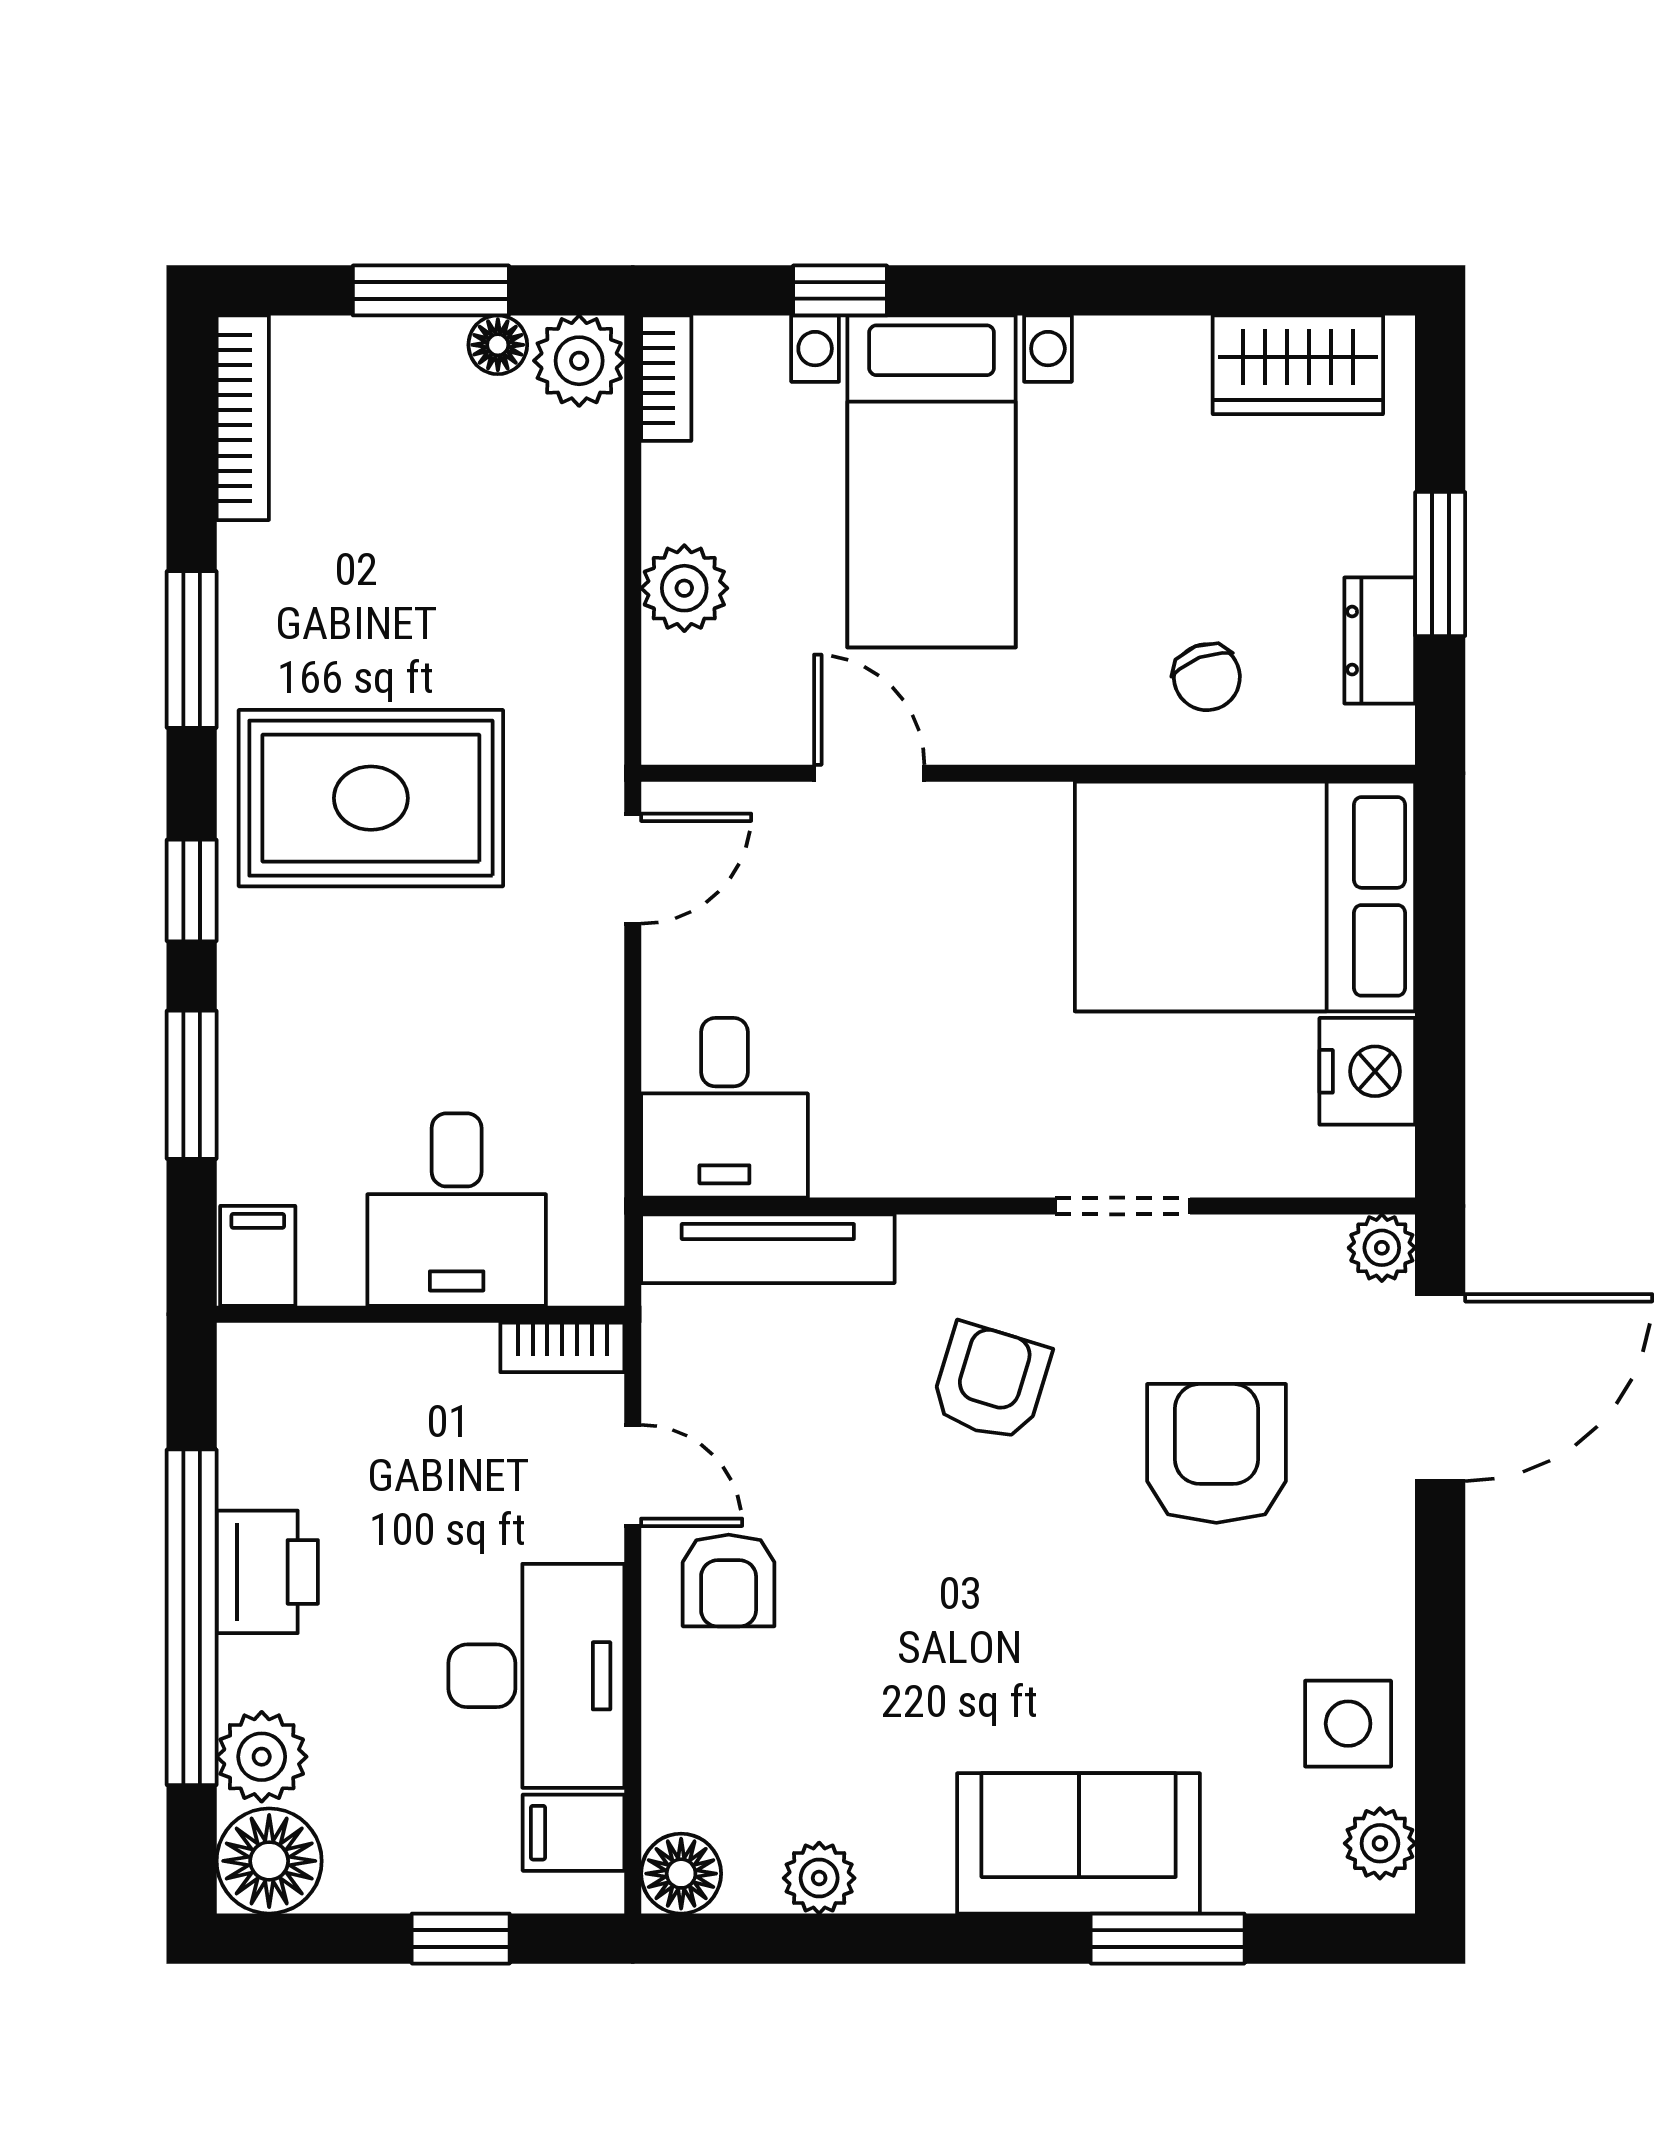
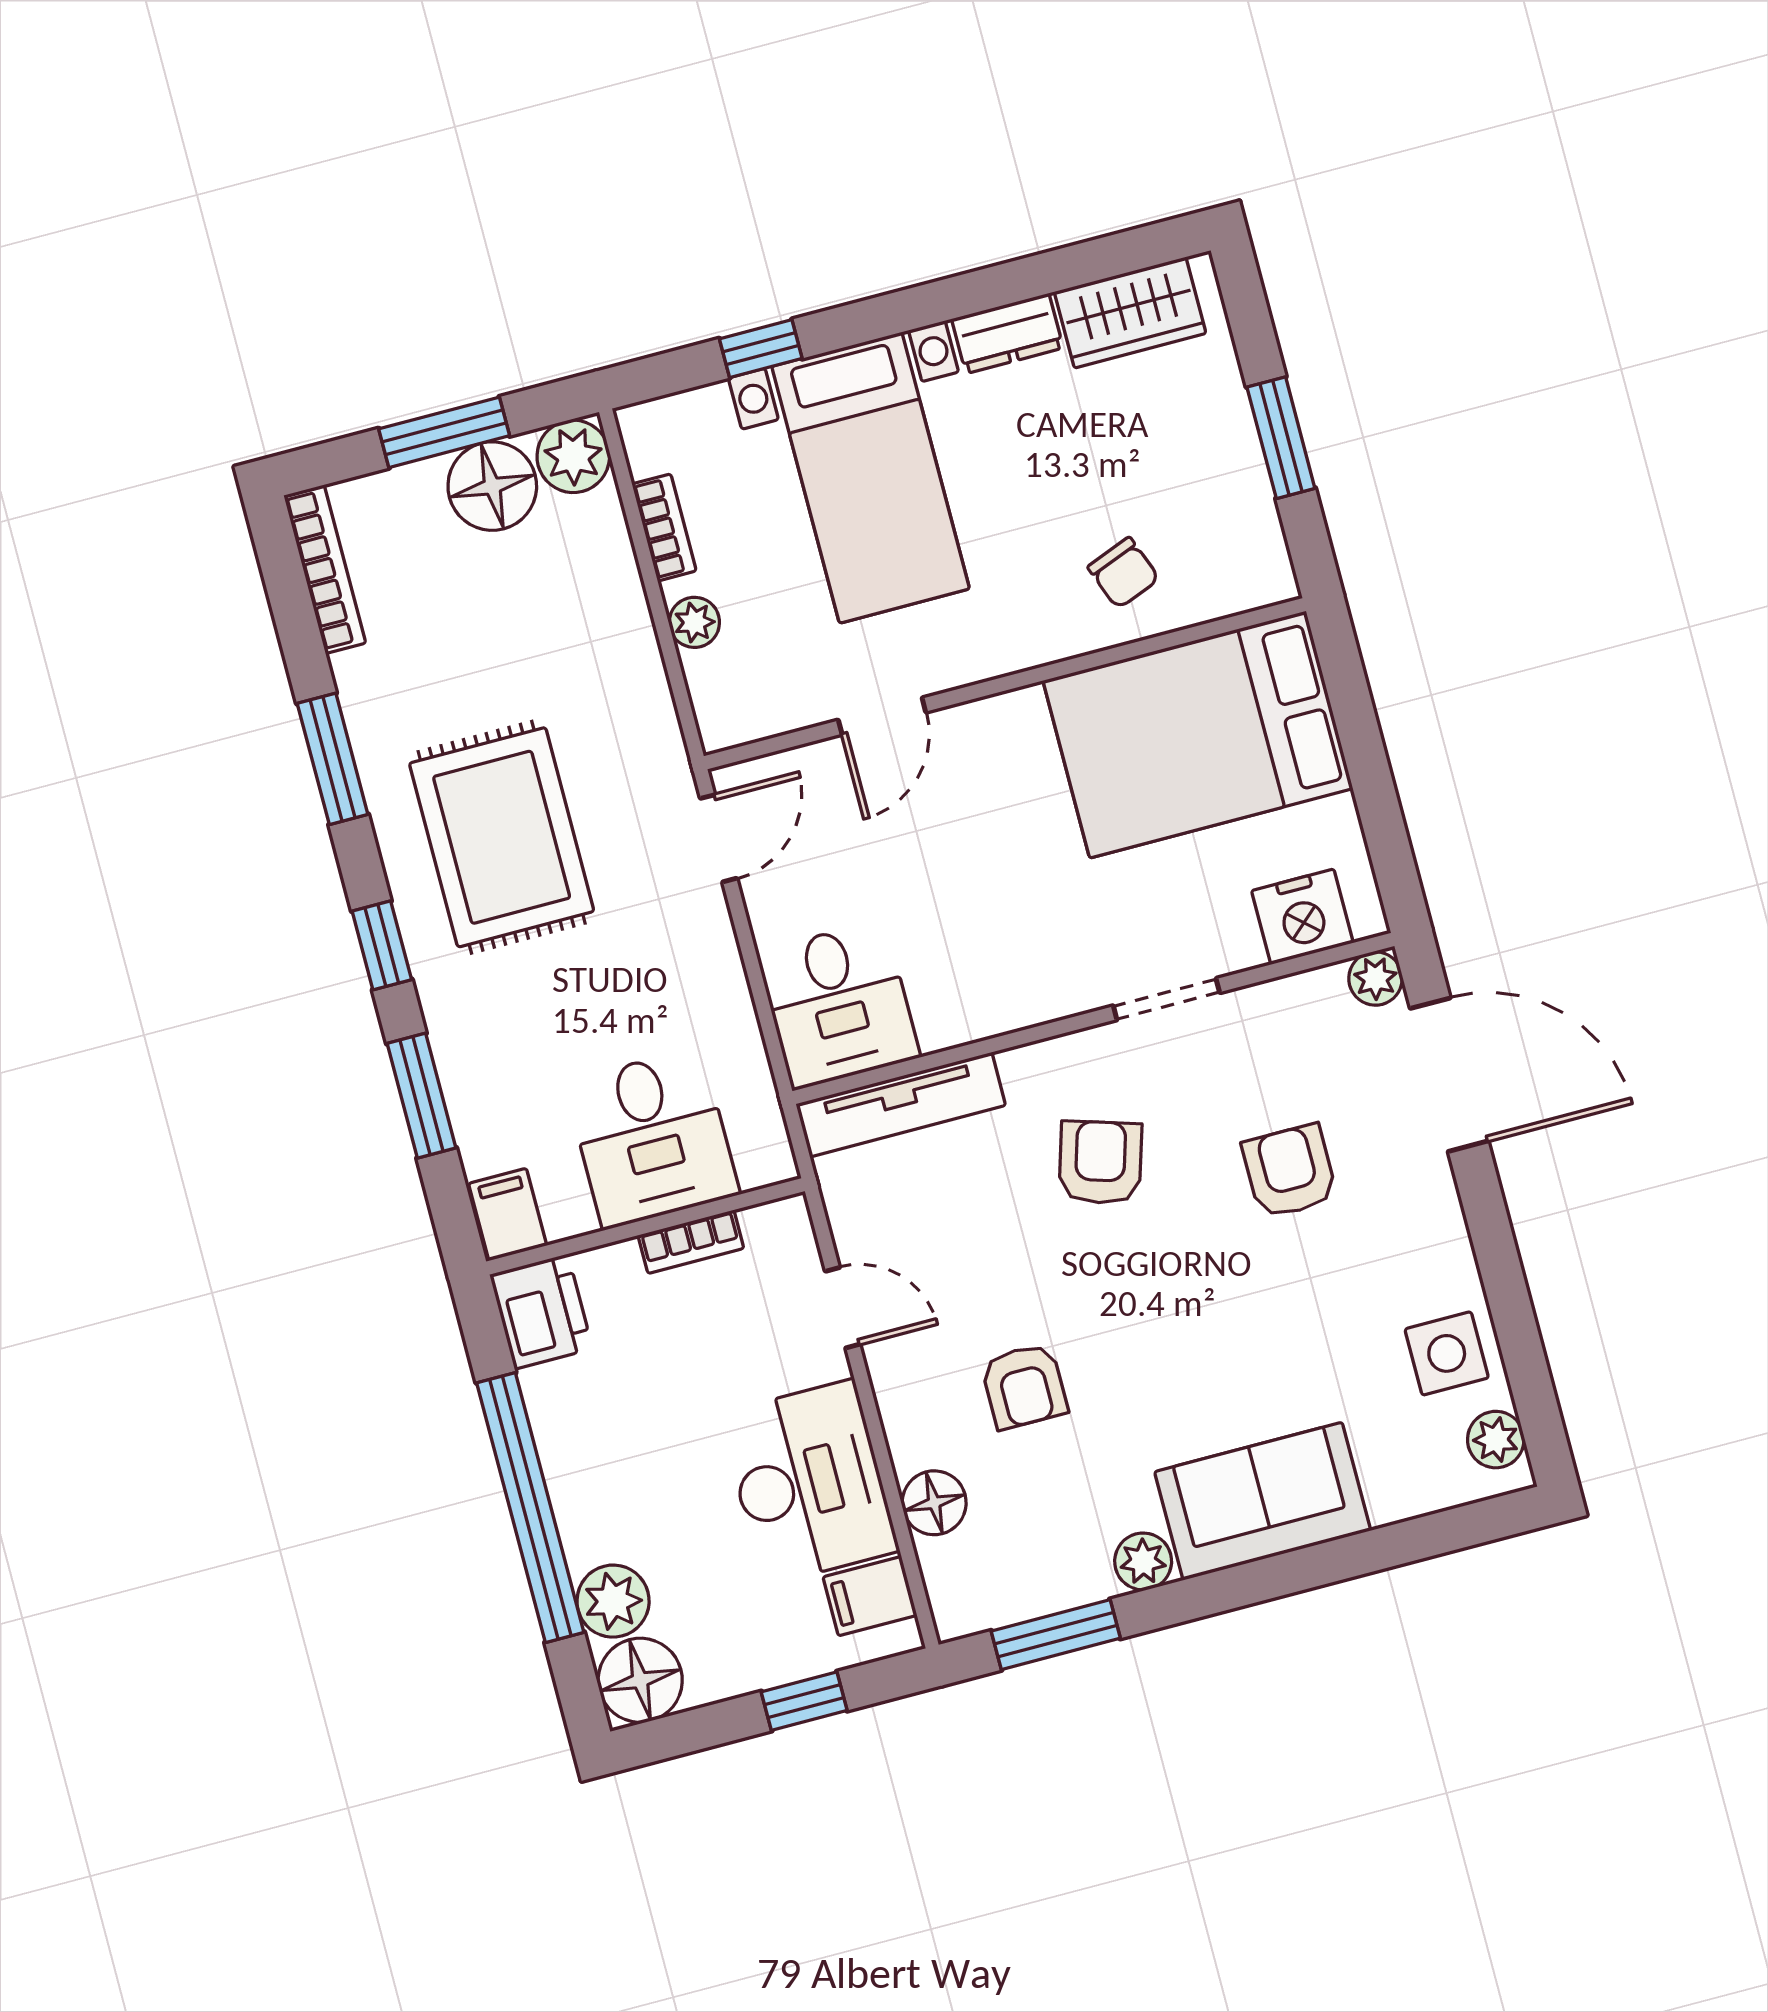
floor lamp: (498, 345) -> (492, 486), width x1.89, depth x1.89
bookcase: (666, 378) -> (664, 527), moved
plant: (684, 588) -> (694, 622), width x0.73, depth x0.73
dresser: (1380, 641) -> (1007, 334), moved, turned -90
door: (869, 773) -> (882, 716), swing flipped
rug: (371, 798) -> (502, 837), turned 90
nightstand: (1367, 1071) -> (1302, 917), moved, turned 90
bookcase: (562, 1347) -> (691, 1242), moved
door: (1440, 1388) -> (1449, 1075), hinge flipped
armchair: (1216, 1453) -> (1290, 1171), width x0.72, depth x0.72
printer: (267, 1572) -> (541, 1312), moved
armchair: (729, 1580) -> (1024, 1386), moved
floor lamp: (681, 1874) -> (934, 1503), moved
plant: (819, 1878) -> (1143, 1561), moved
window: (1168, 1939) -> (1056, 1635), moved

